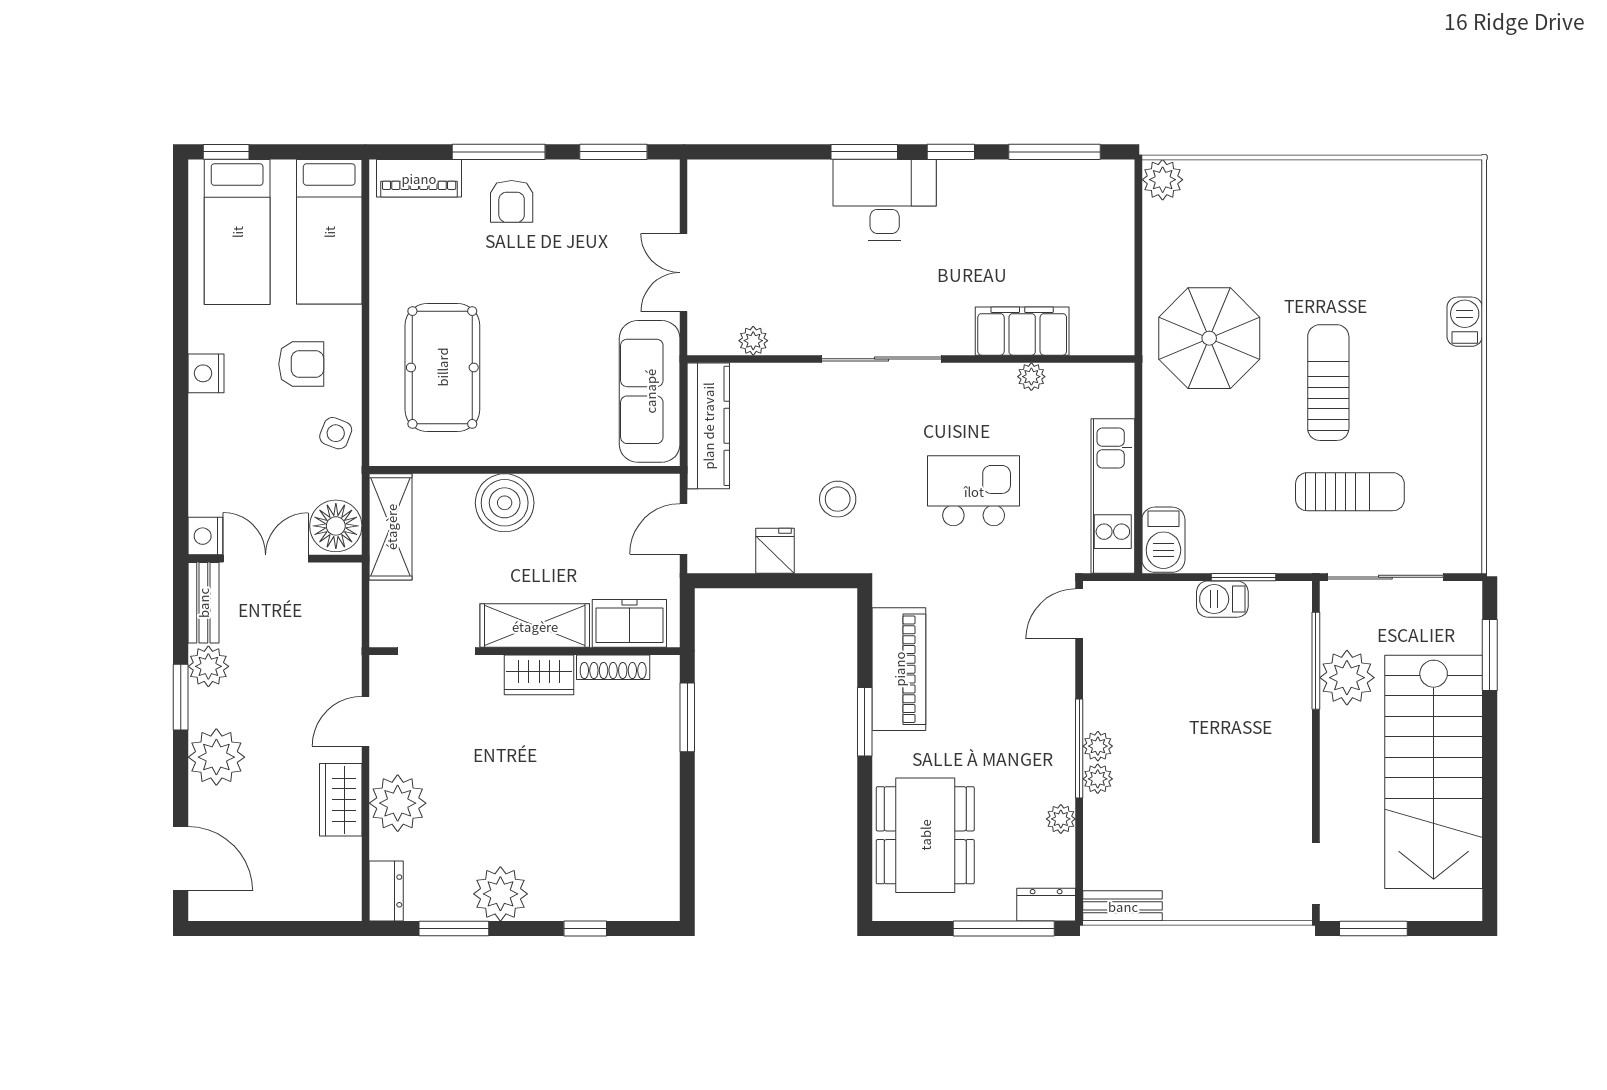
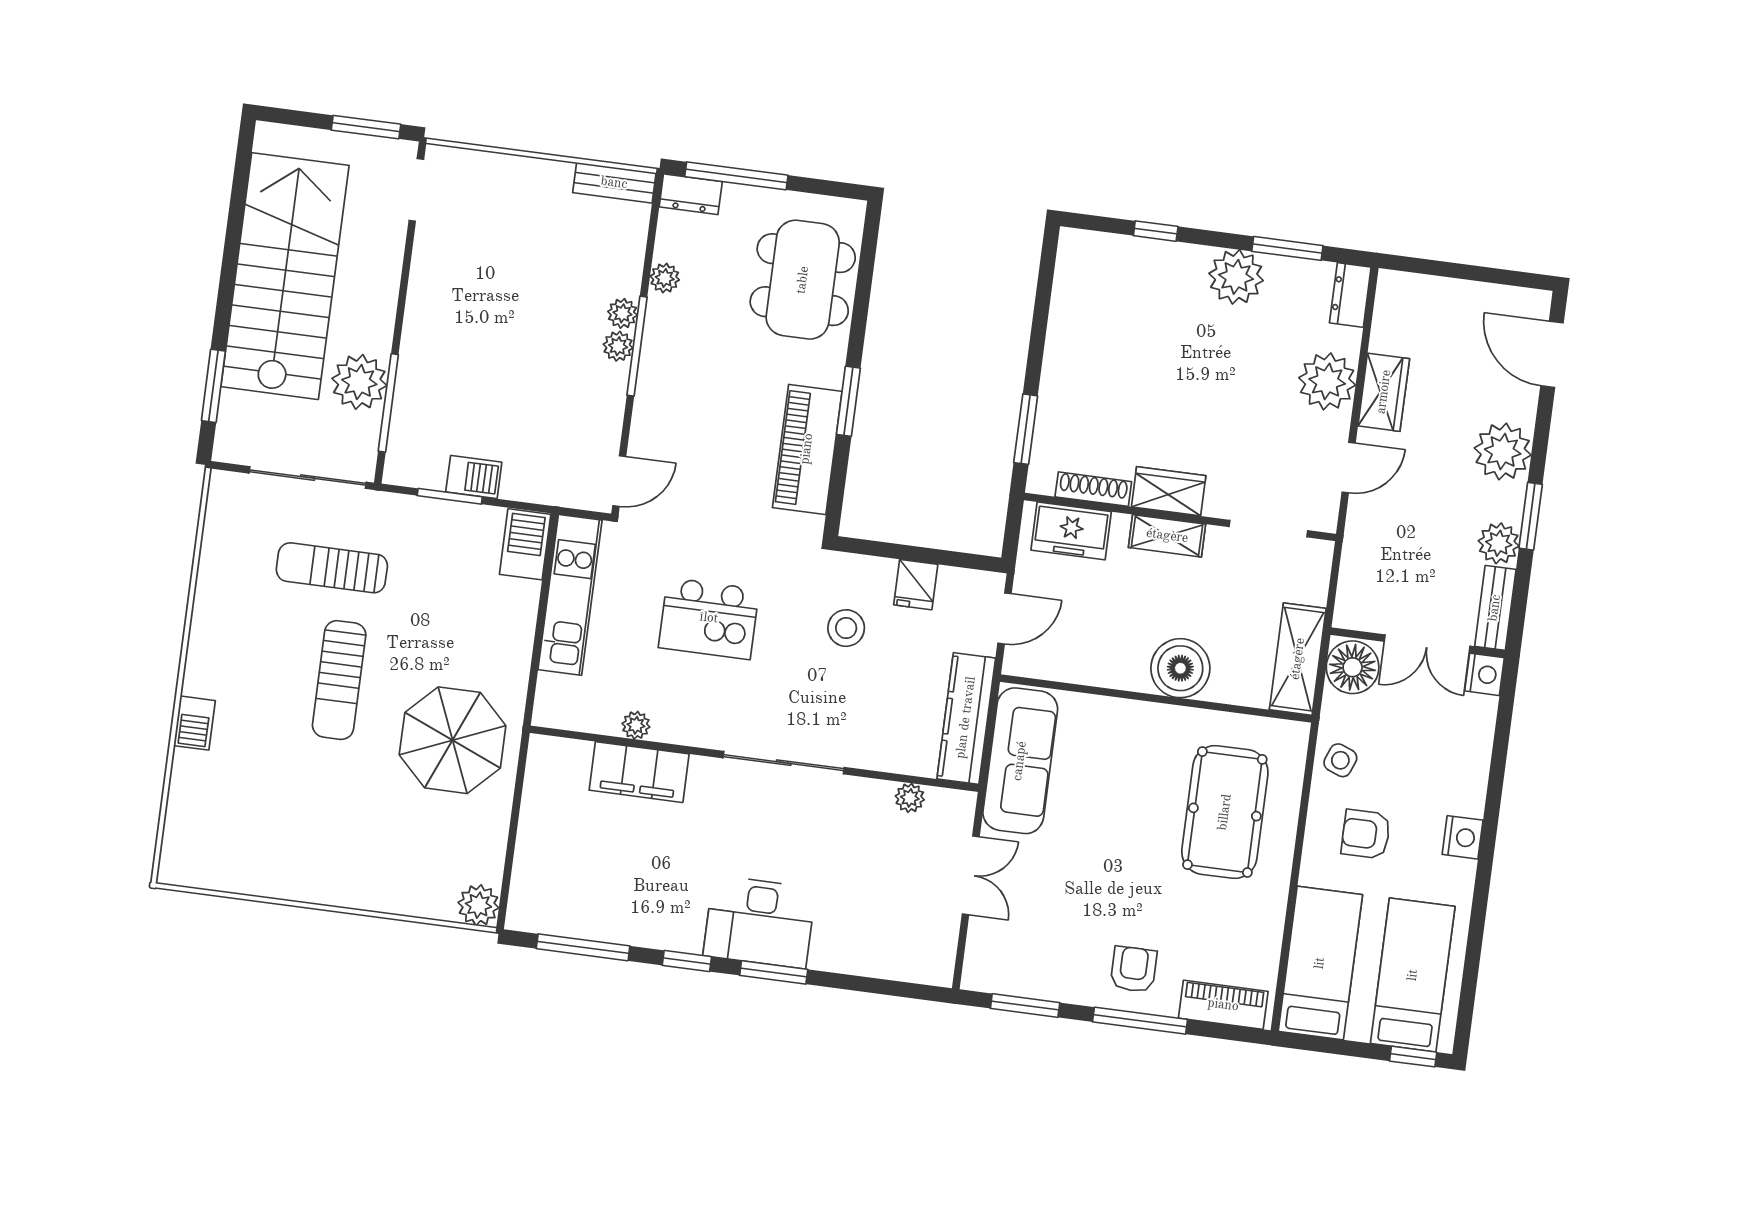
shelving: (535, 626) -> (1167, 536), width x0.67, depth x0.75

